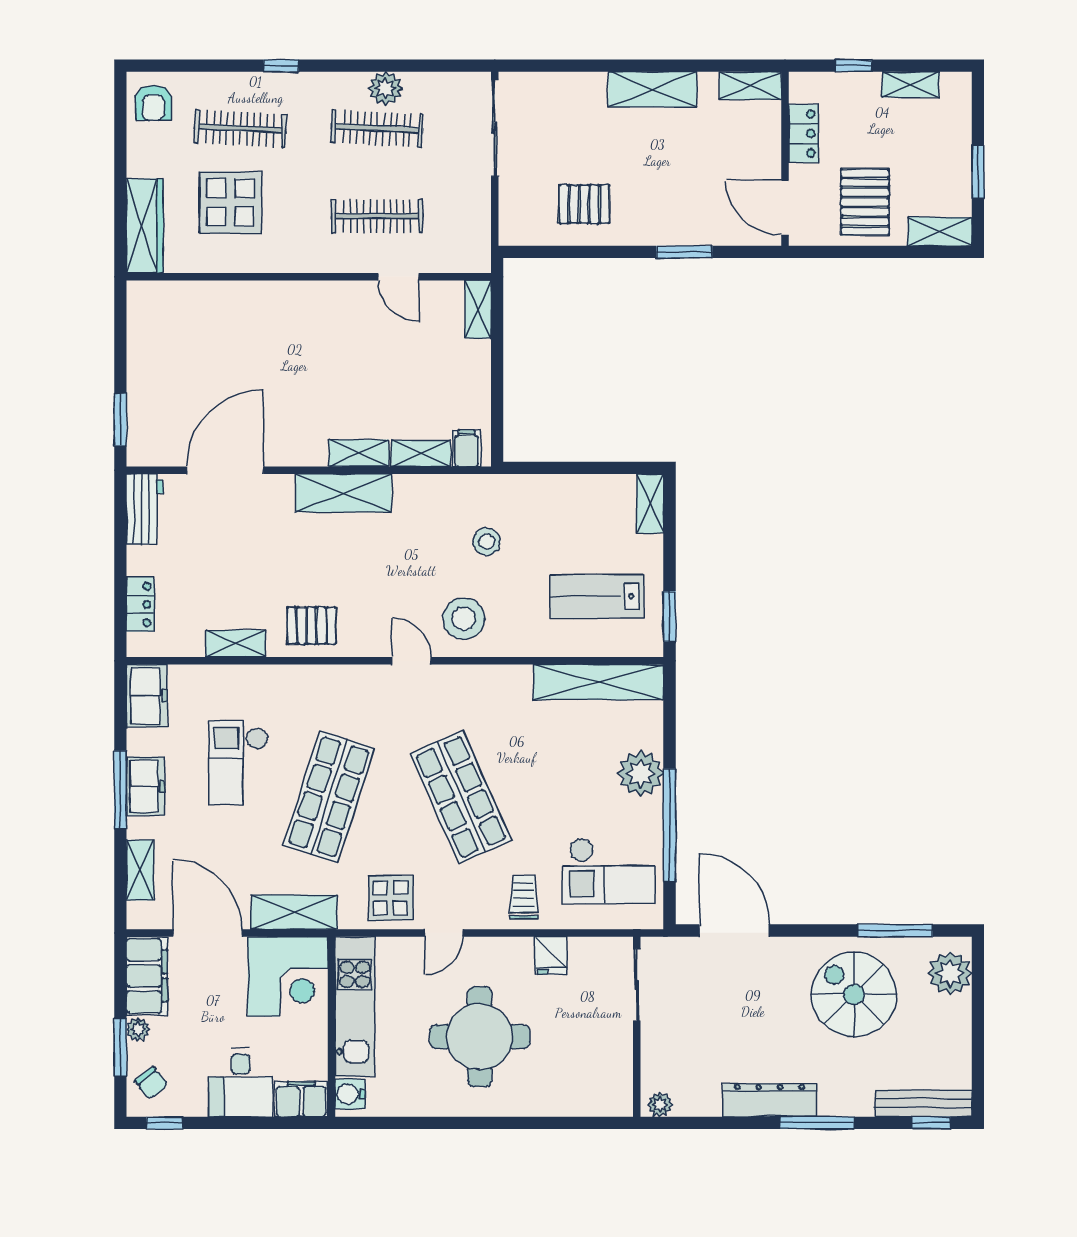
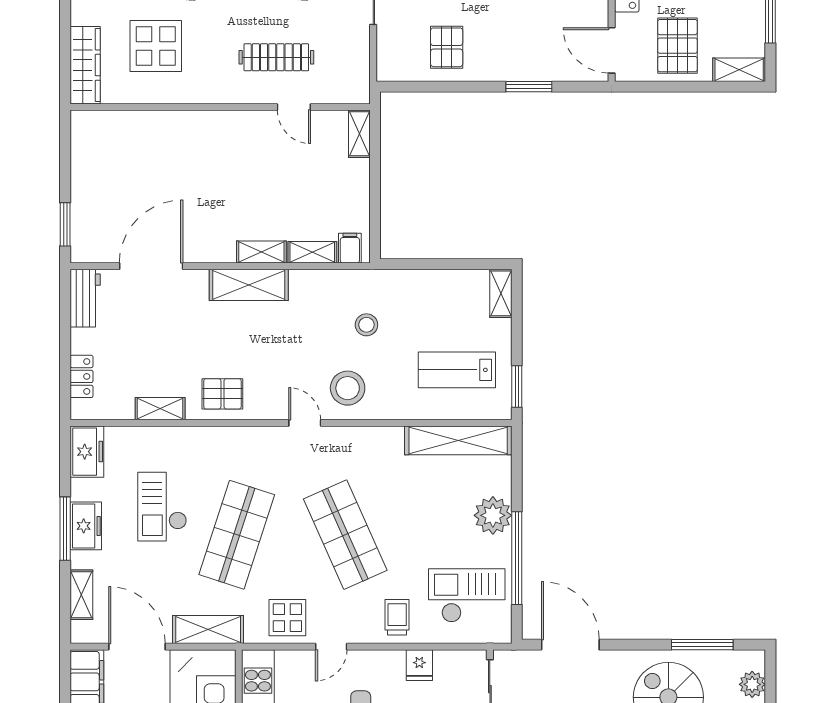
pallet: (584, 204) -> (447, 47), turned 90
checkout: (609, 871) -> (467, 595), turned 180
plant: (950, 973) -> (752, 684), width x0.73, depth x0.73

